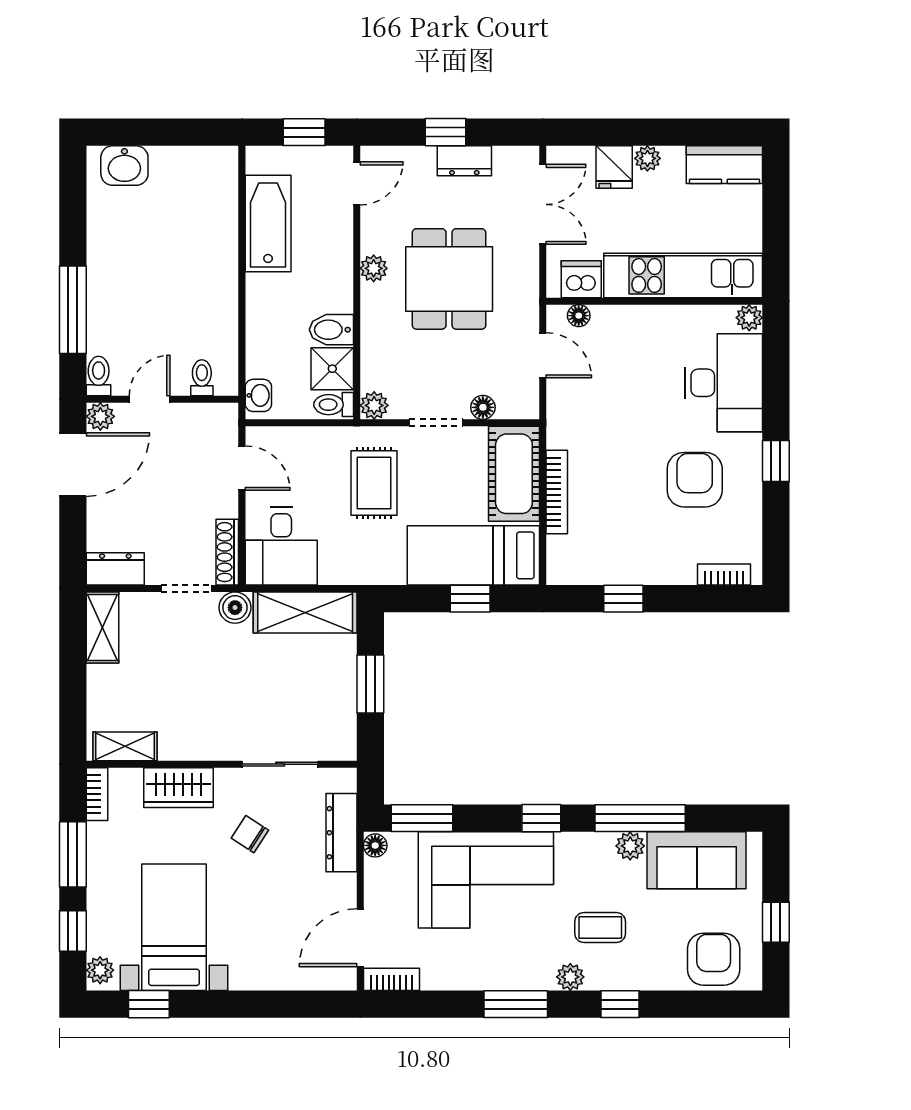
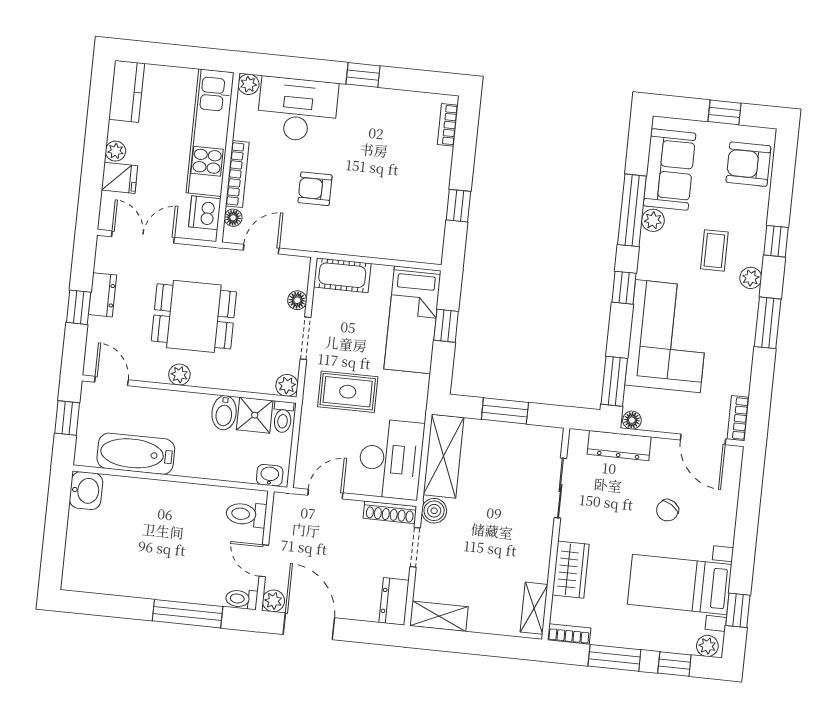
washbasin: (124, 166) -> (86, 491), moved
toilet: (202, 378) -> (246, 514), width x1.37, depth x1.39
cot: (514, 474) -> (342, 275), width x0.73, depth x0.75
armchair: (695, 480) -> (315, 189), moved, width x0.72, depth x0.72
bookcase: (557, 492) -> (237, 174), moved, turned 90
desk: (281, 546) -> (391, 459), width x1.37
chair: (250, 834) -> (667, 510), moved

